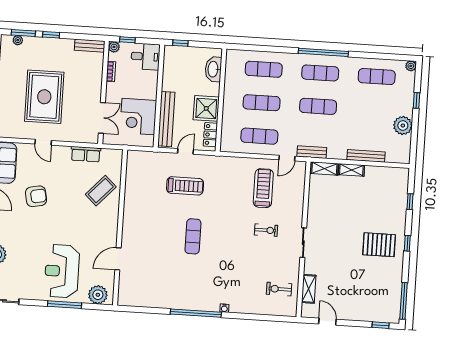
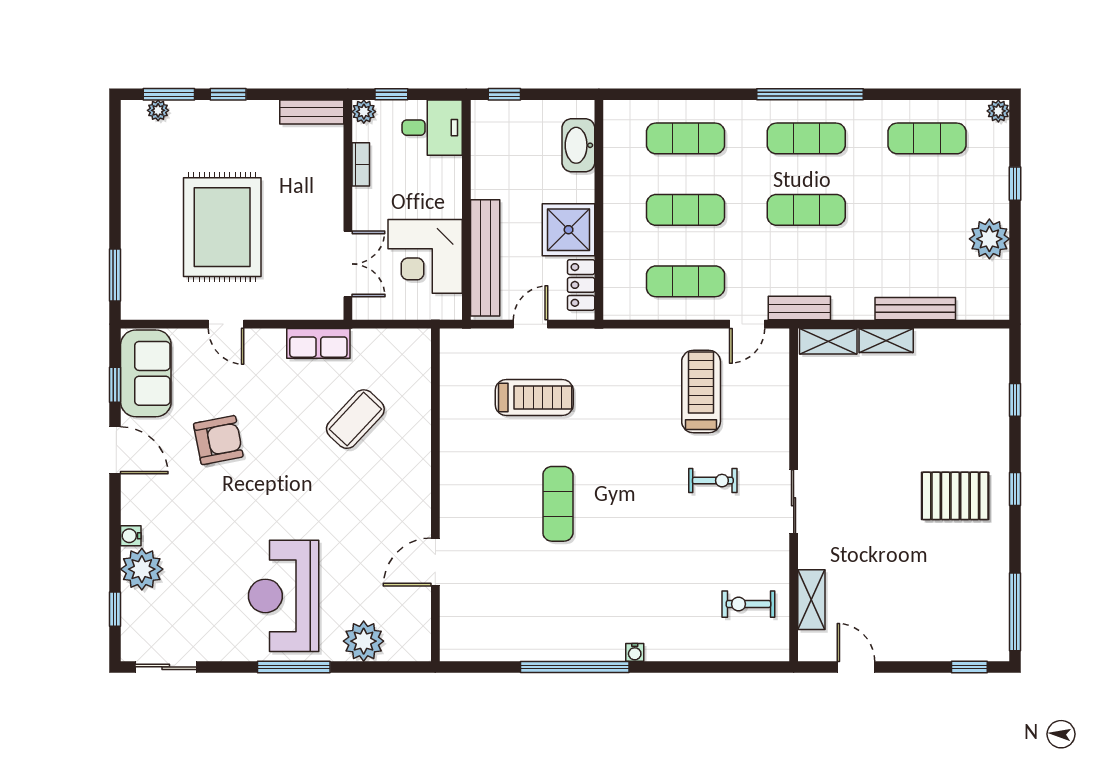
wall: (120, 227) -> (435, 495), moved
door: (118, 259) -> (435, 562), moved

